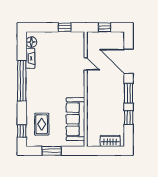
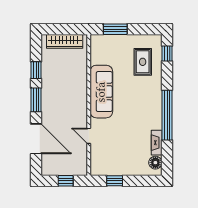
sofa: (75, 119) -> (101, 92), moved
wardrobe: (110, 141) -> (65, 41), width x1.50
window: (52, 151) -> (115, 29), moved

